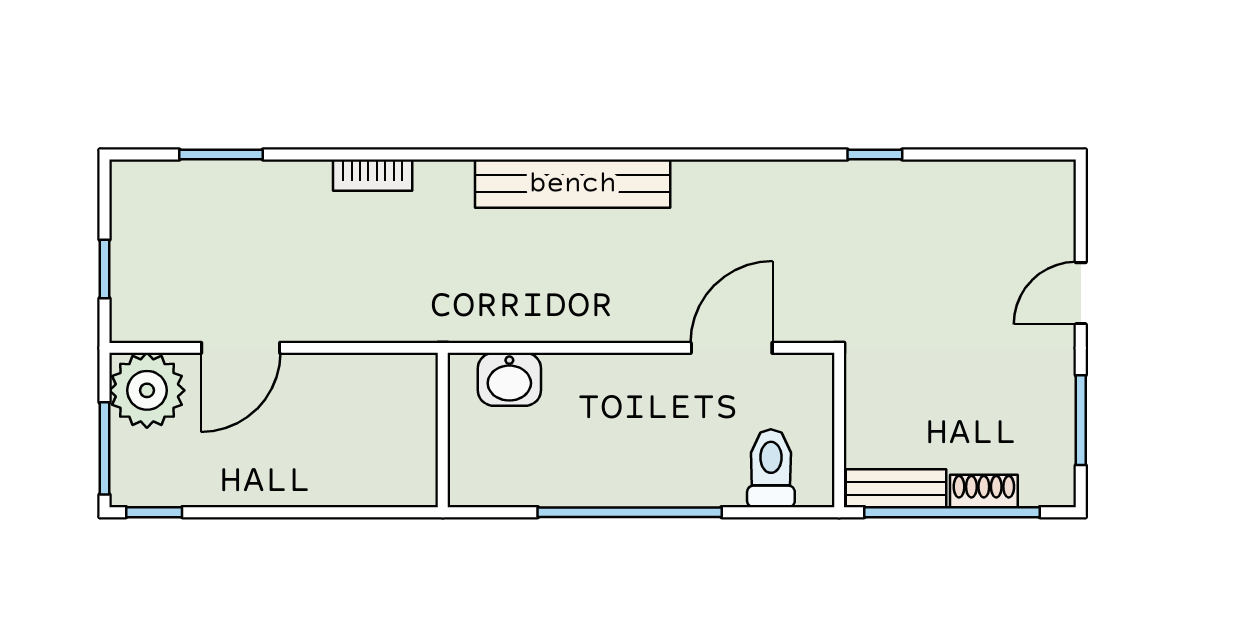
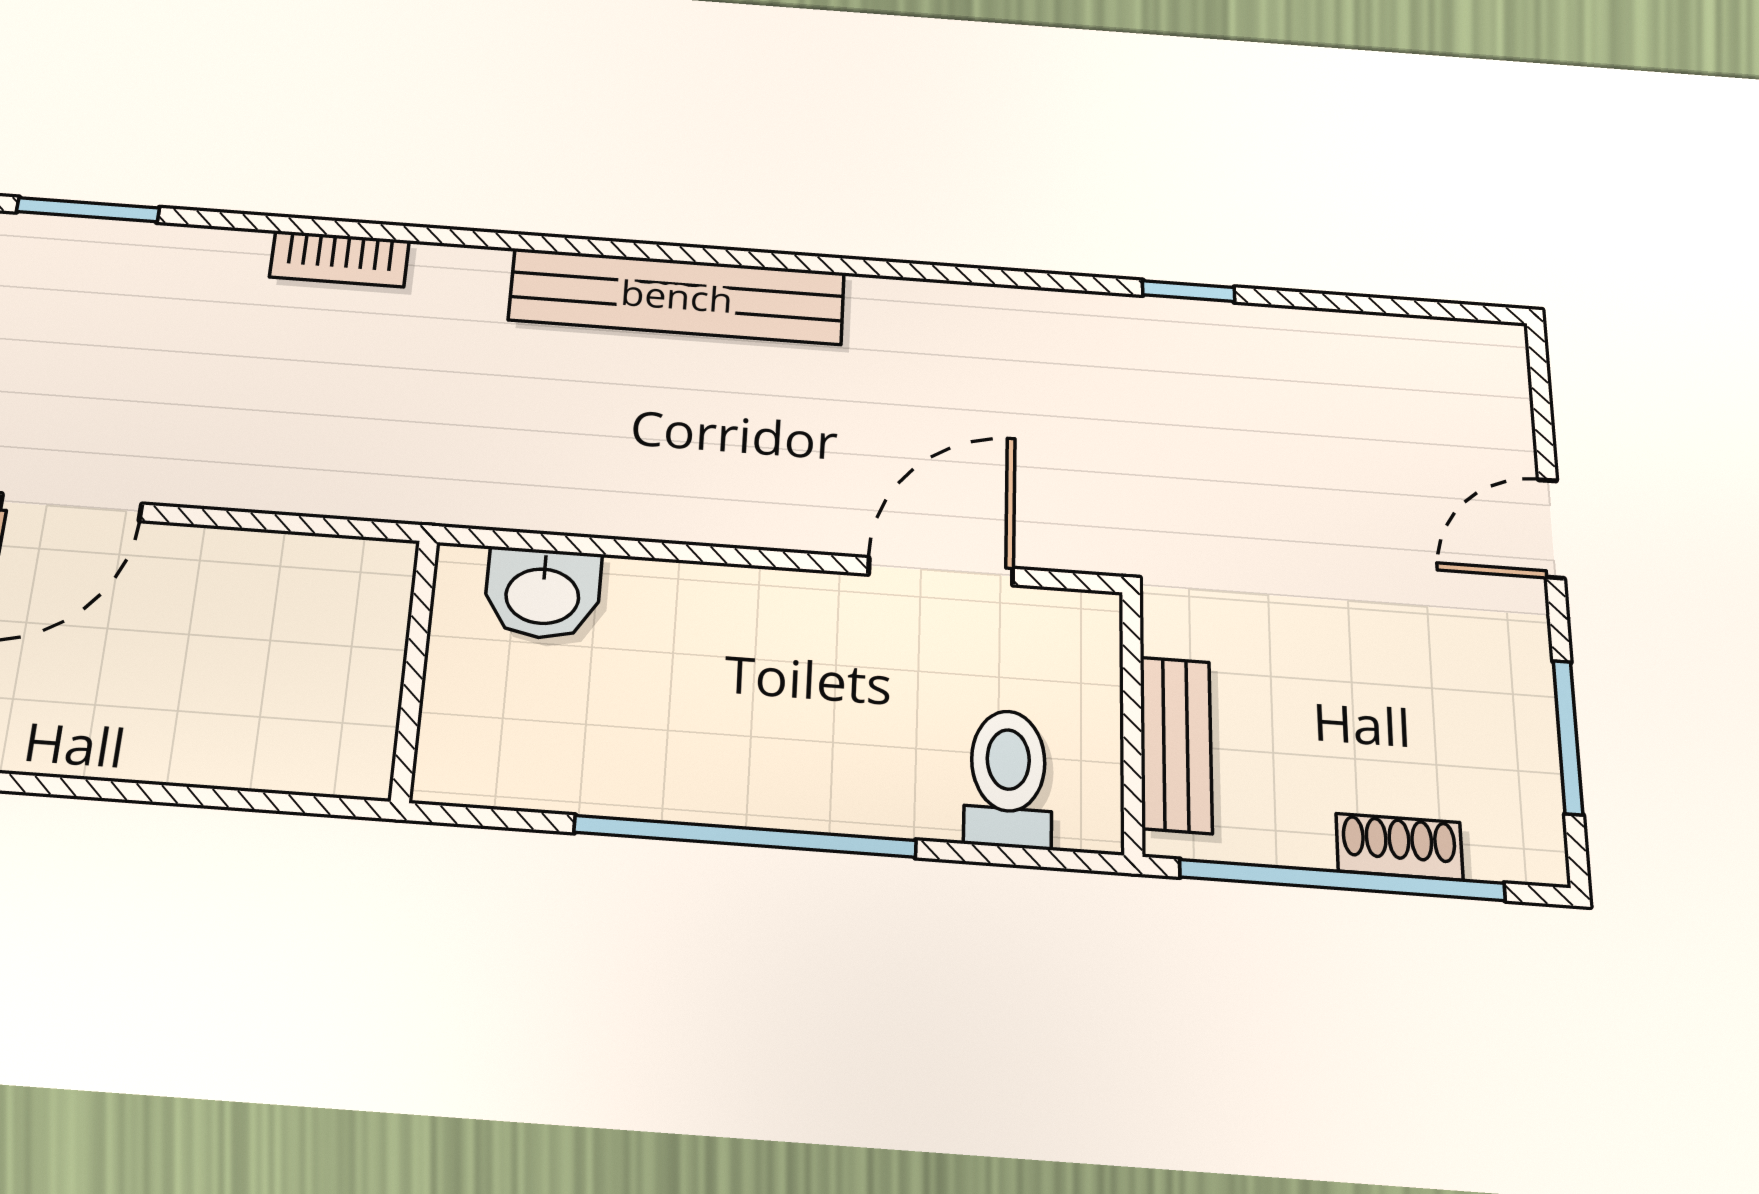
bench: (896, 488) -> (1176, 745), moved, turned 90

